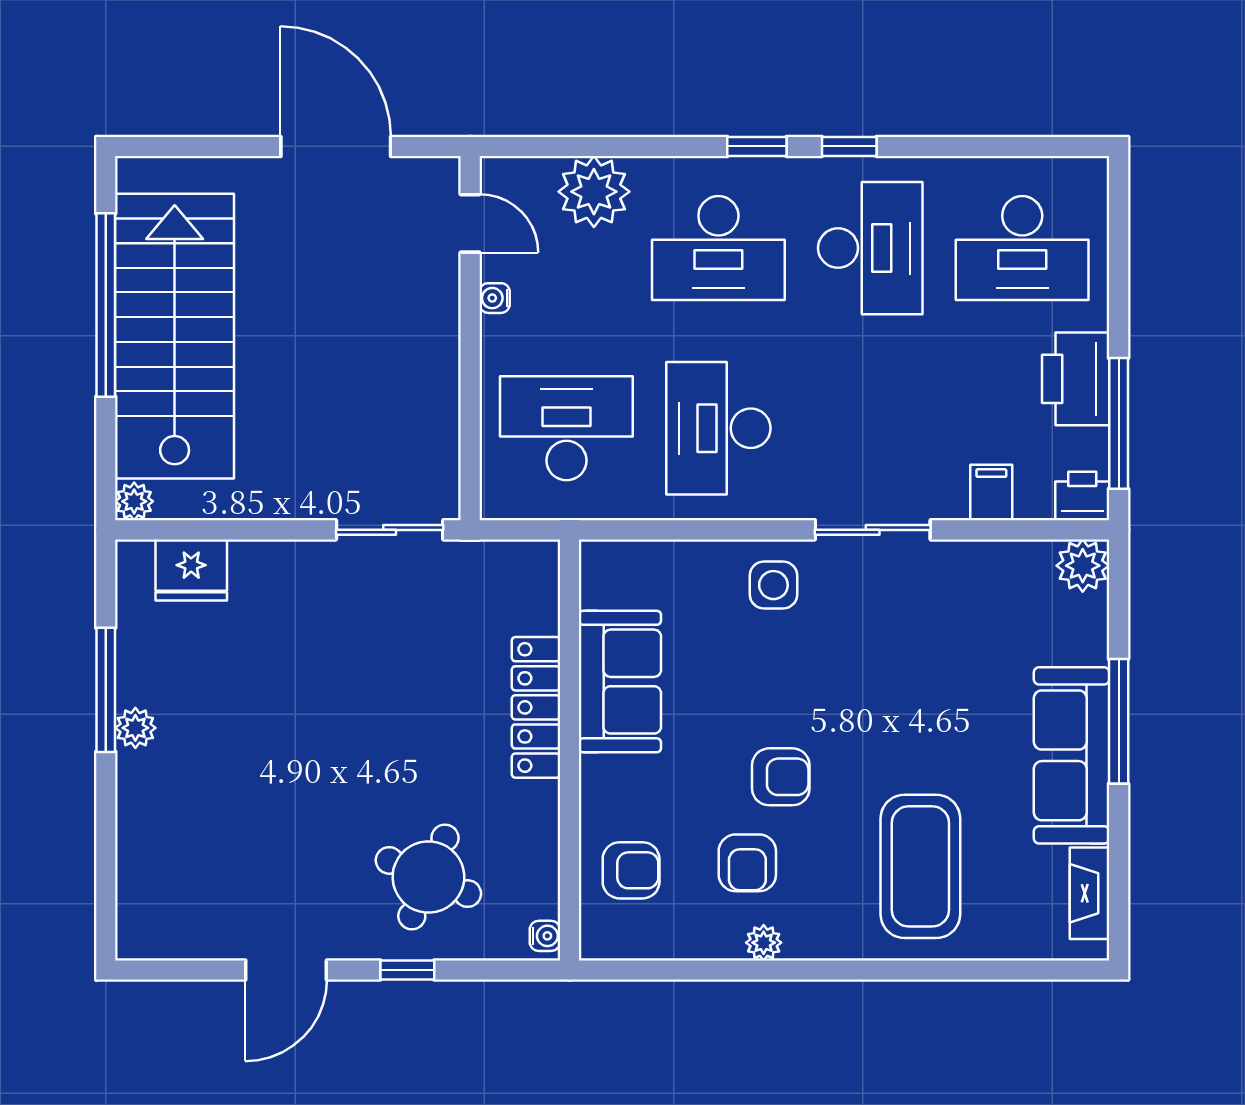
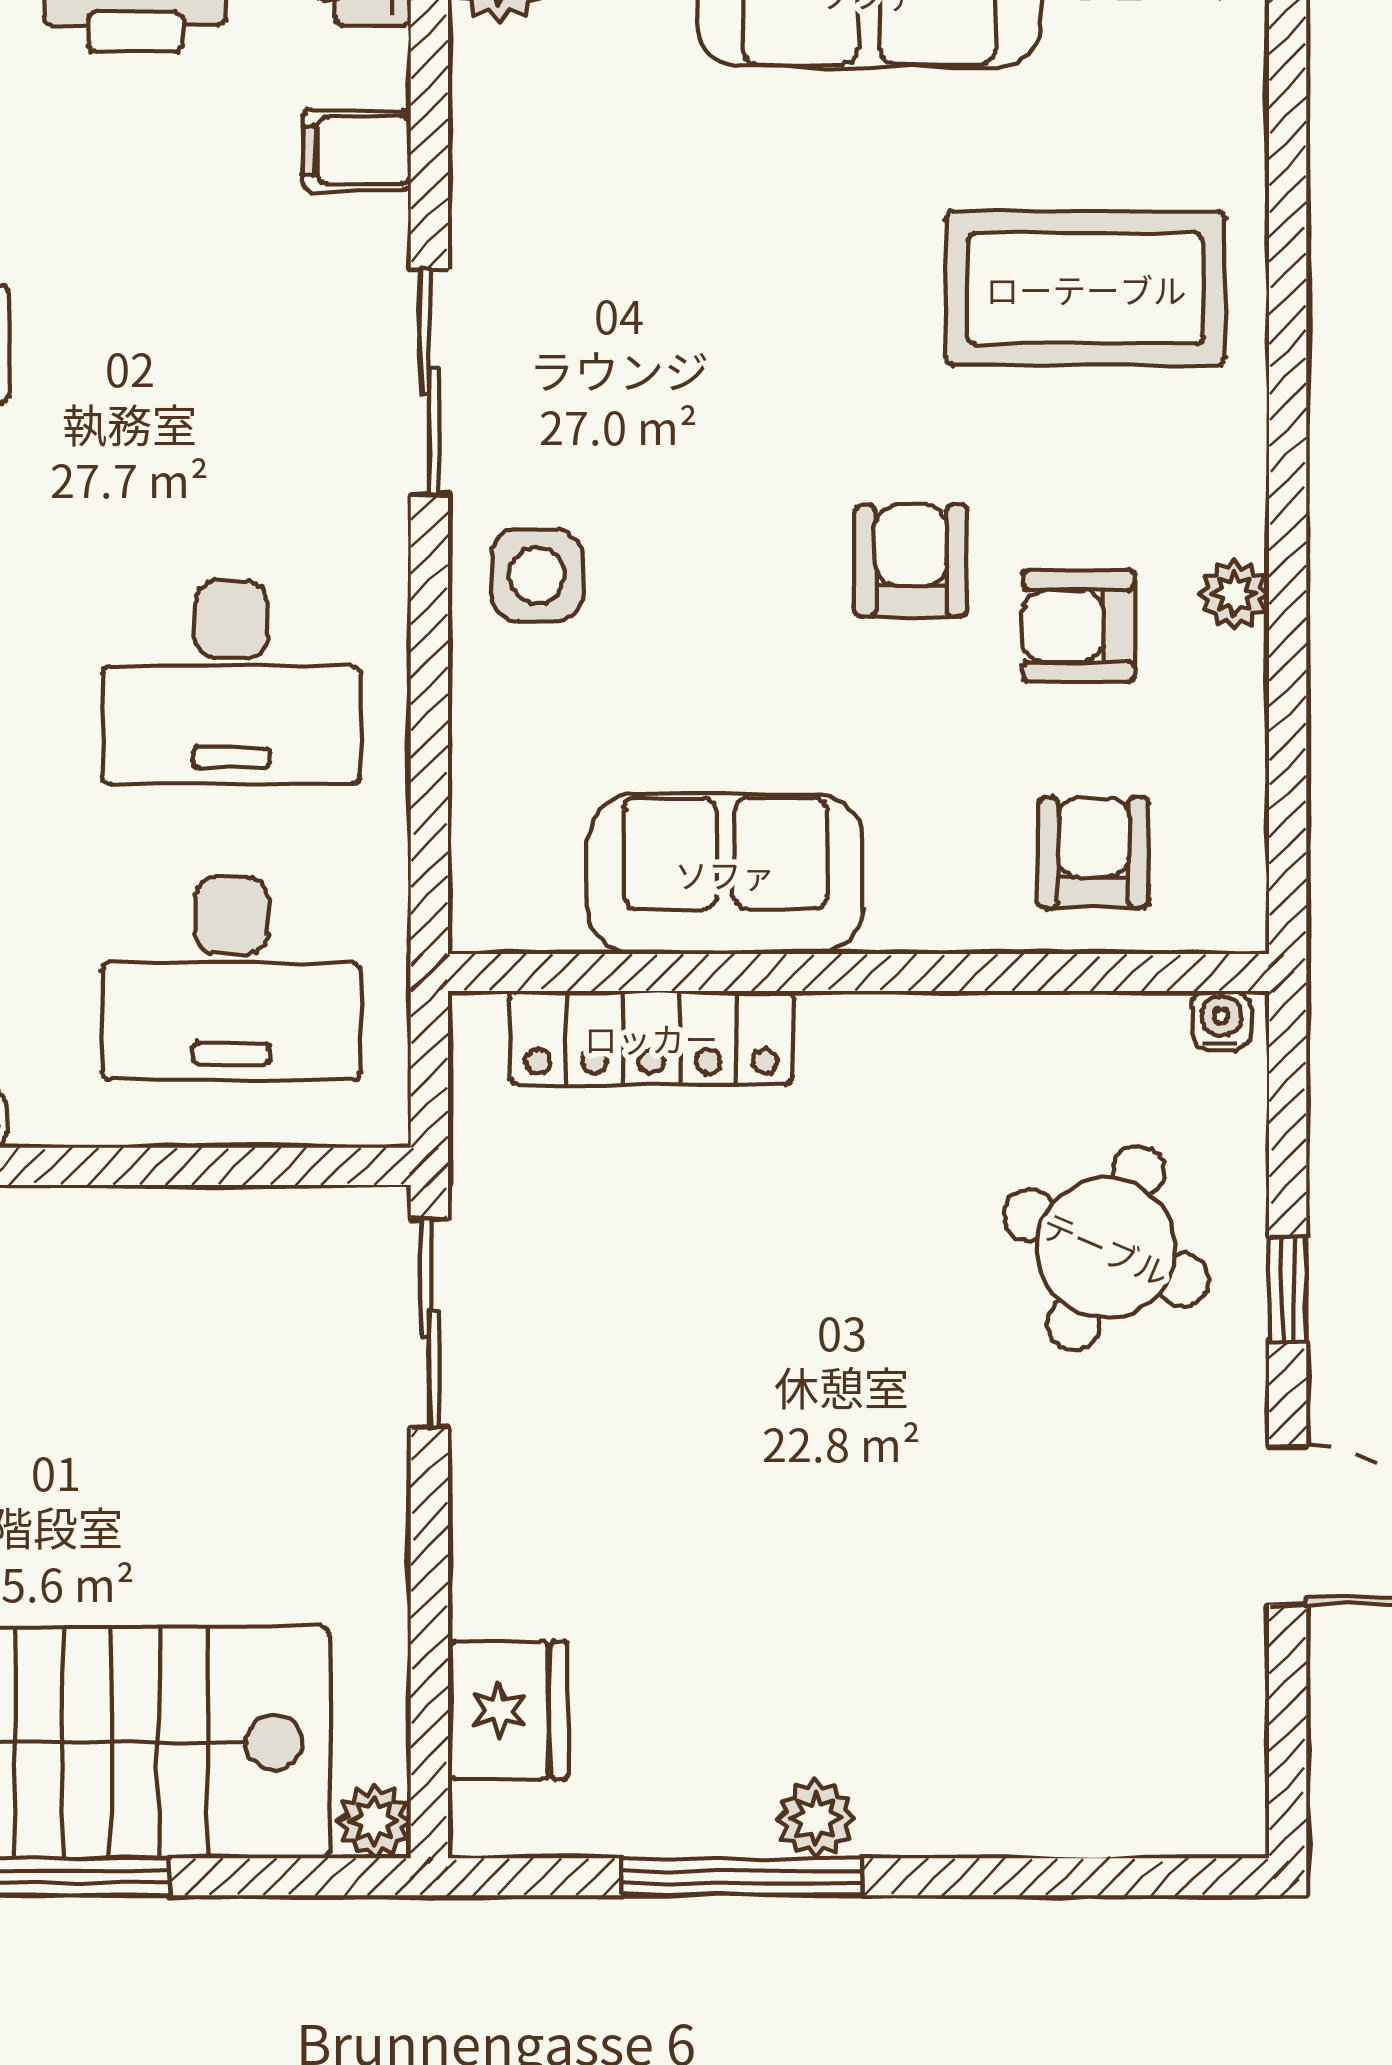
desk: (566, 428) -> (231, 978), turned -90
locker: (536, 707) -> (651, 1038), moved
armchair: (747, 863) -> (1079, 626), turned 180

